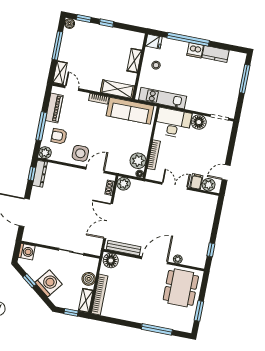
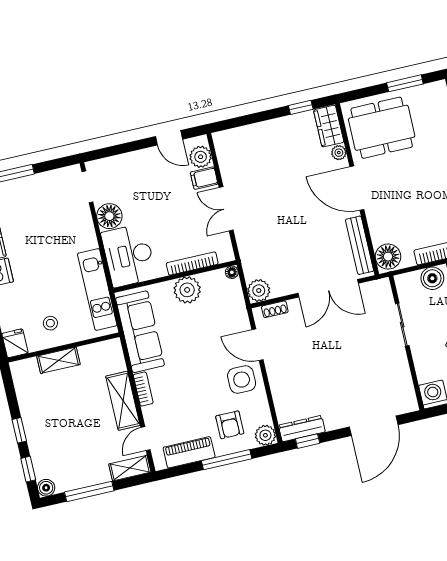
shelving: (117, 89) -> (123, 401), moved
plant: (138, 161) -> (187, 290), moved
wardrobe: (194, 260) -> (329, 126), added

